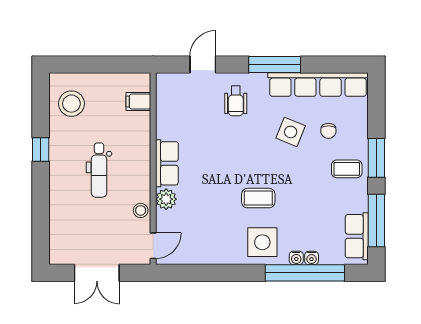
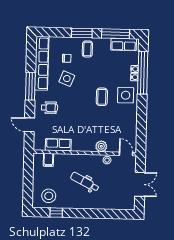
window: (41, 149) -> (56, 213), moved
row of seats: (167, 163) -> (58, 145), moved
dental chair: (99, 170) -> (85, 182), turned -153

